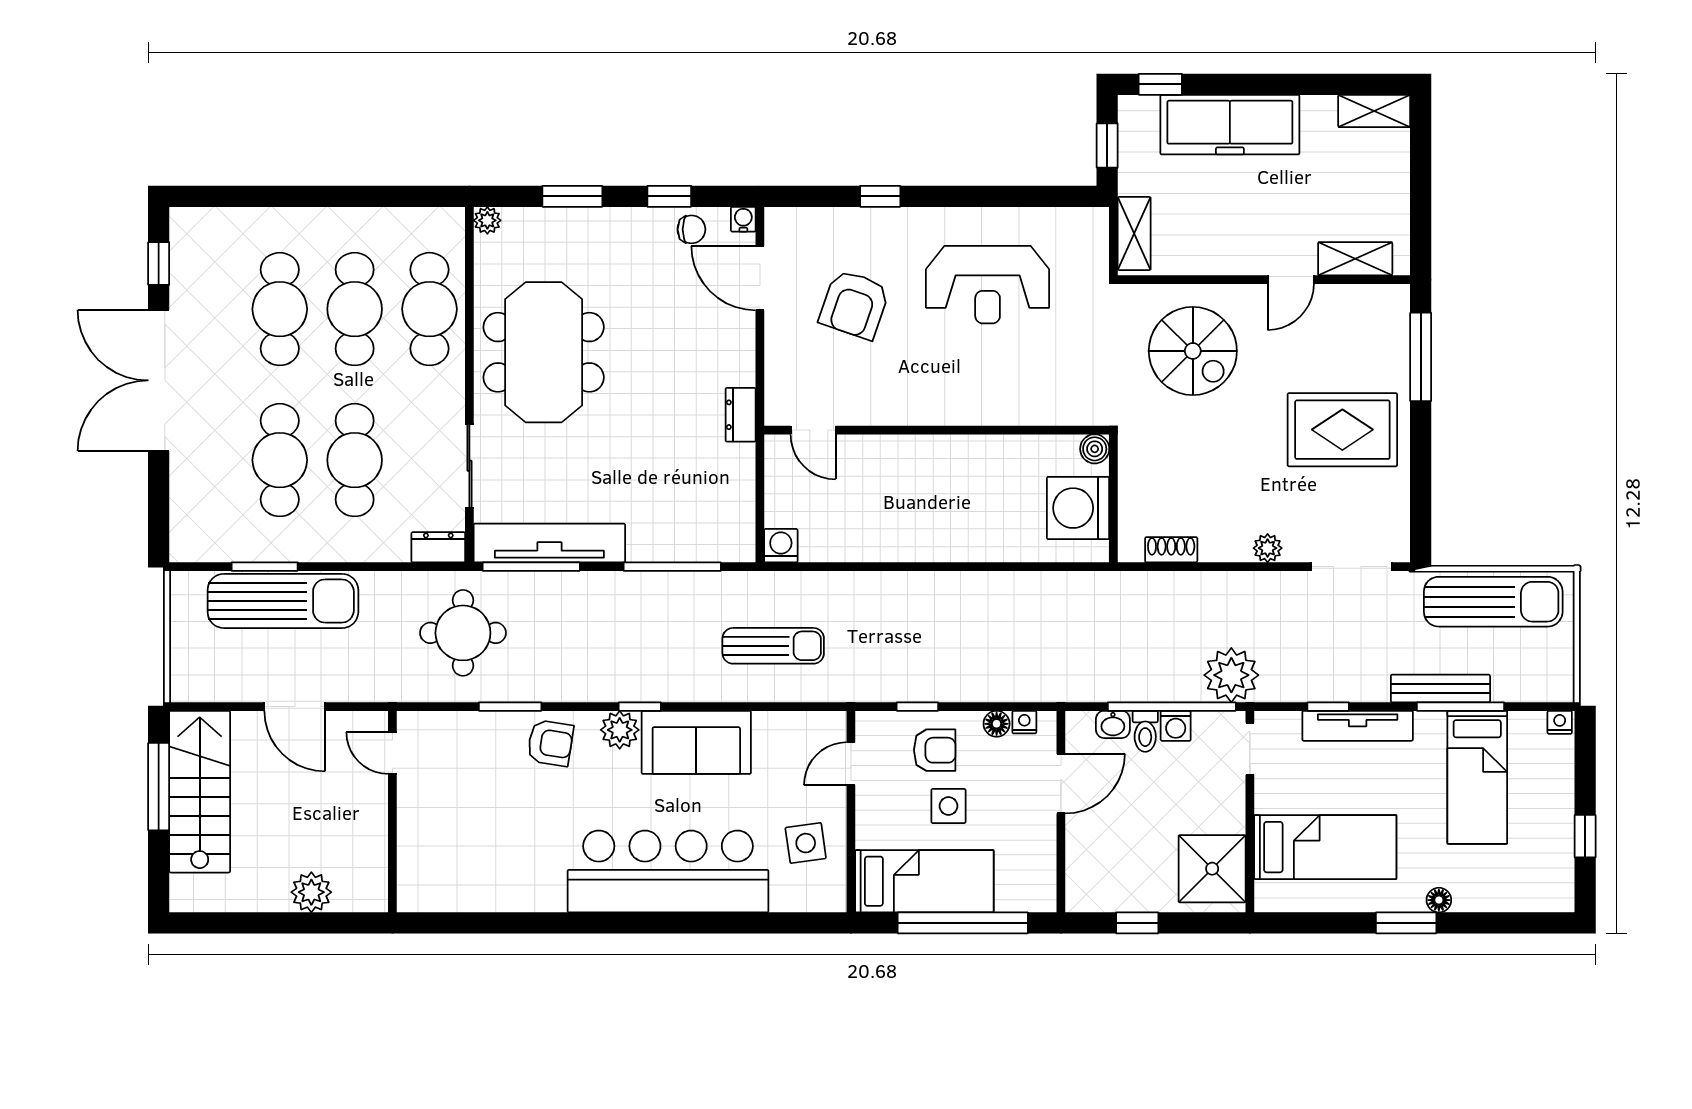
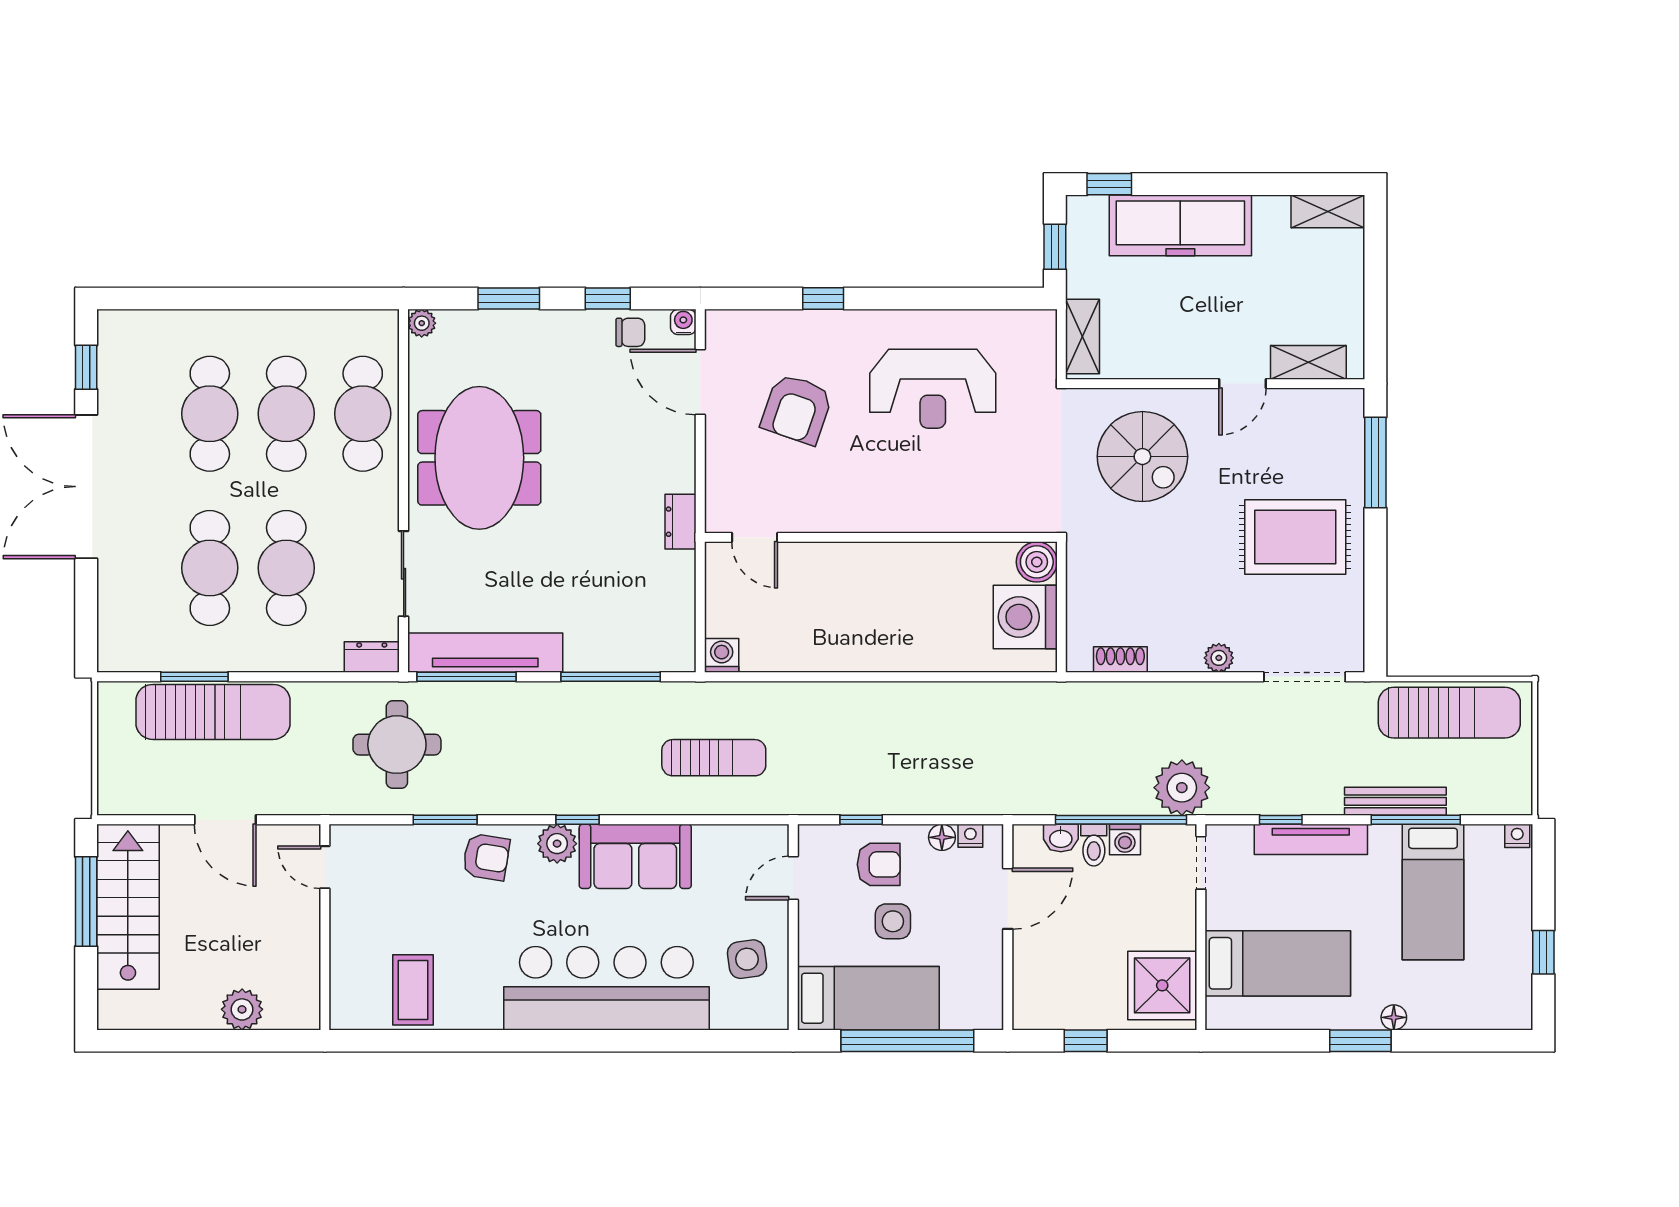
boiler: (1095, 449) -> (1037, 562), width x1.36, depth x1.36
coffee table: (479, 873) -> (413, 990), added

